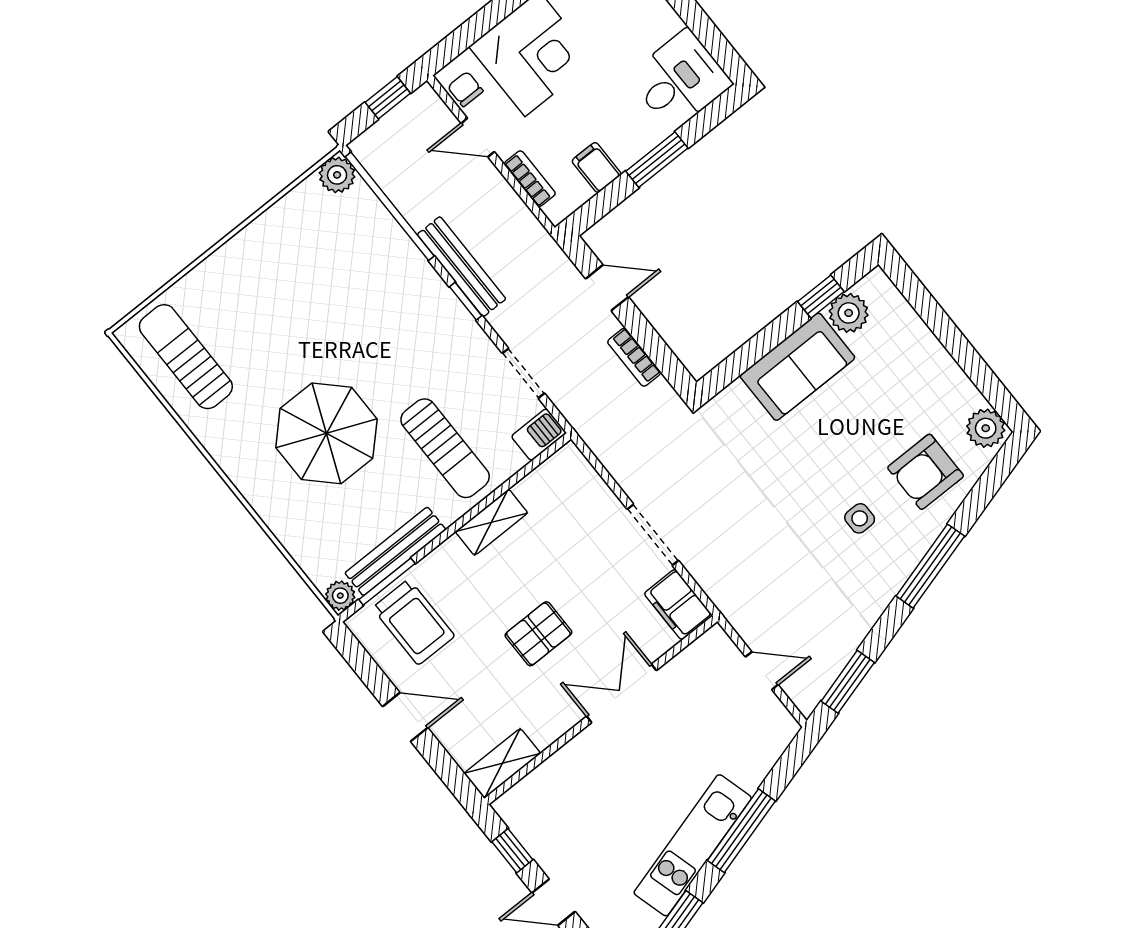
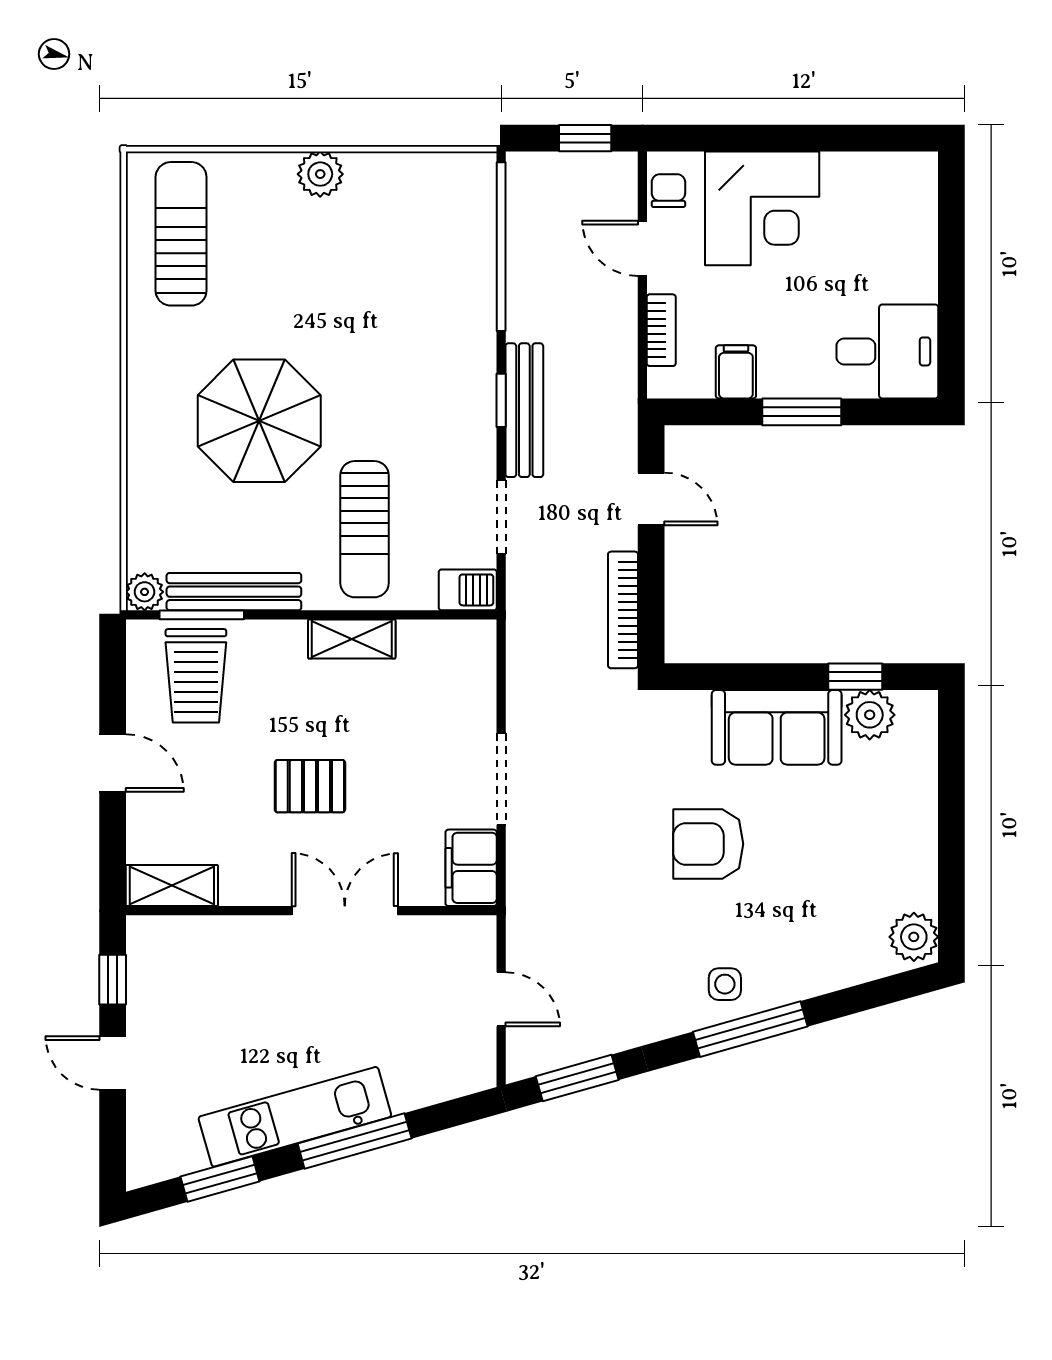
plant: (337, 175) -> (320, 174), moved
bench: (462, 267) -> (524, 410), moved
bookcase: (634, 357) -> (623, 610), width x1.56
armchair: (926, 472) -> (708, 844), moved
side table: (860, 518) -> (725, 984), moved

